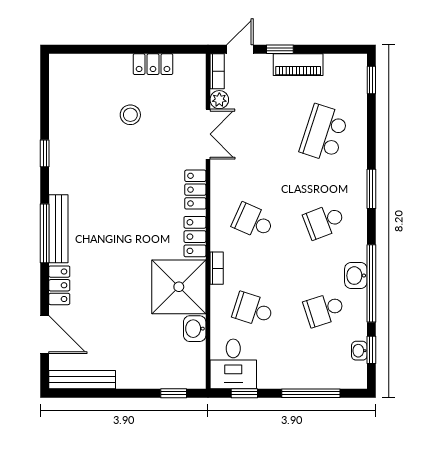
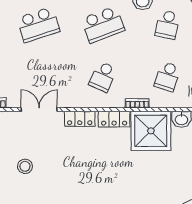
plant: (219, 100) -> (14, 101), removed
school desk: (324, 133) -> (38, 25), turned -36
school desk: (324, 221) -> (103, 25), width x1.85
school desk: (324, 309) -> (167, 25), turned 30

